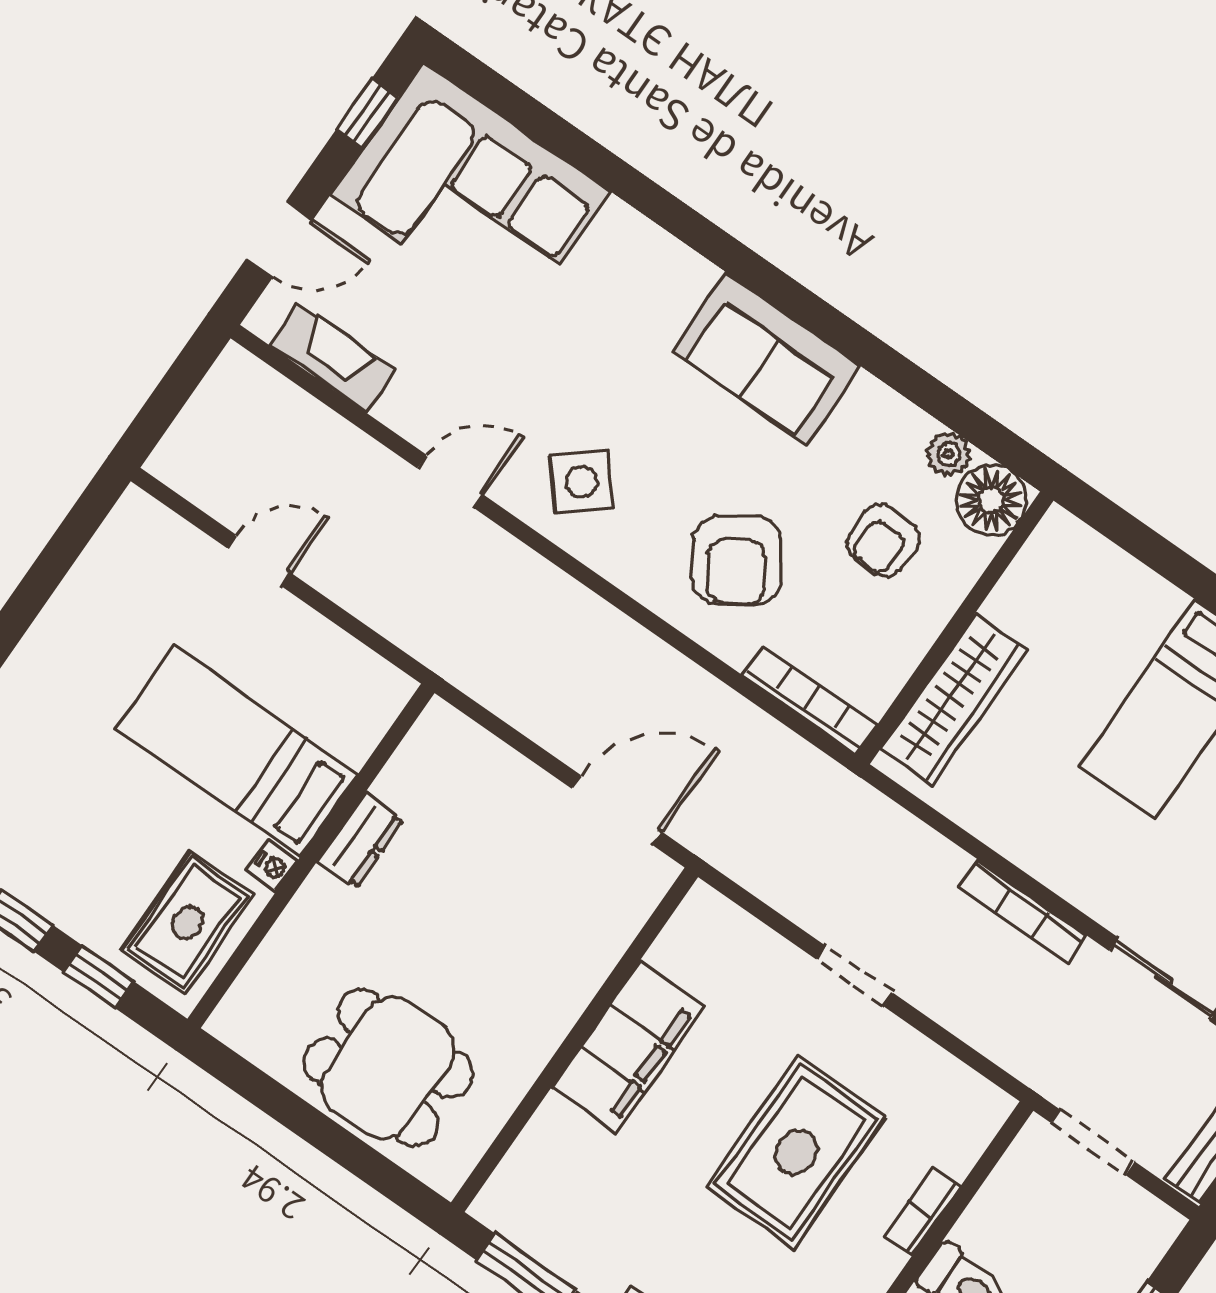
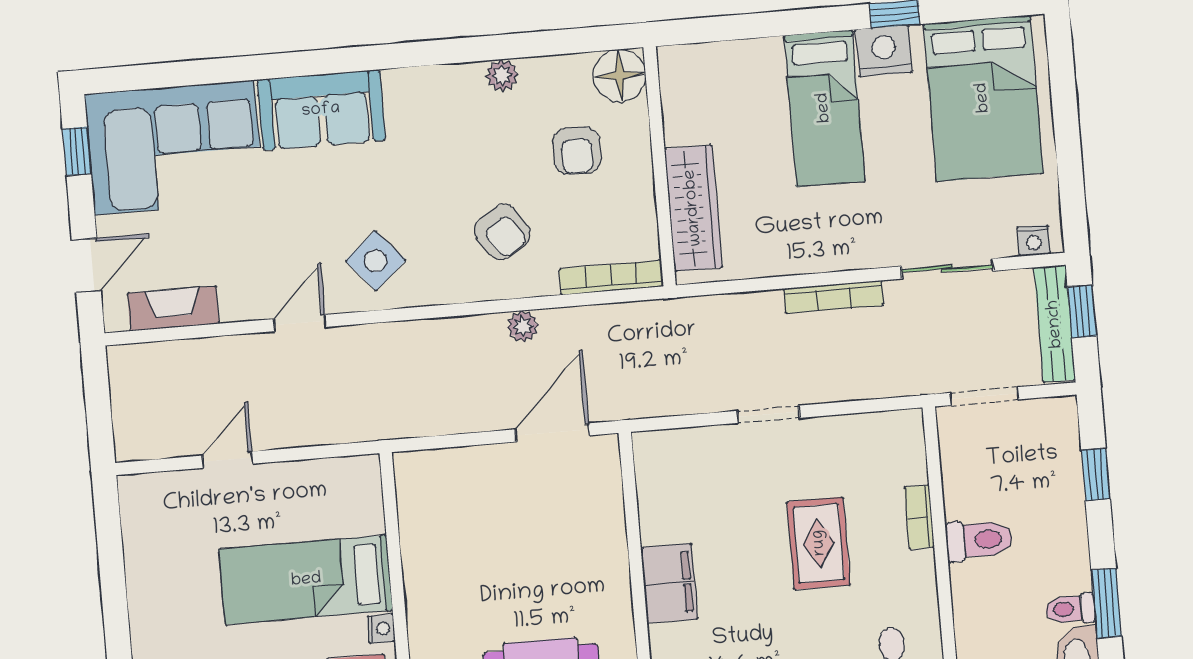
sofa: (767, 358) -> (321, 110), moved
plant: (949, 454) -> (502, 75), moved
armchair: (737, 561) -> (502, 232), width x0.72, depth x0.72
plant: (677, 676) -> (523, 326), added
dresser: (361, 840) -> (420, 572), removed
filing cabinet: (628, 1048) -> (669, 583), width x0.67, depth x0.86
rug: (796, 1152) -> (819, 543), width x0.73, depth x0.70

